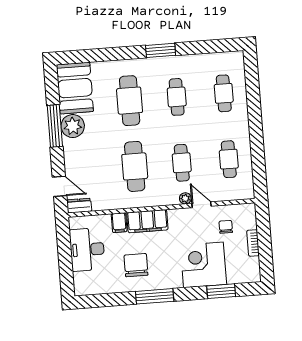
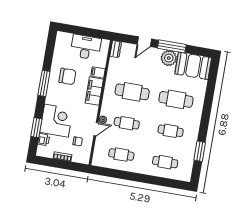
window: (161, 50) -> (200, 151), moved
door: (60, 186) -> (144, 42), moved
printer: (235, 276) -> (44, 140), added

